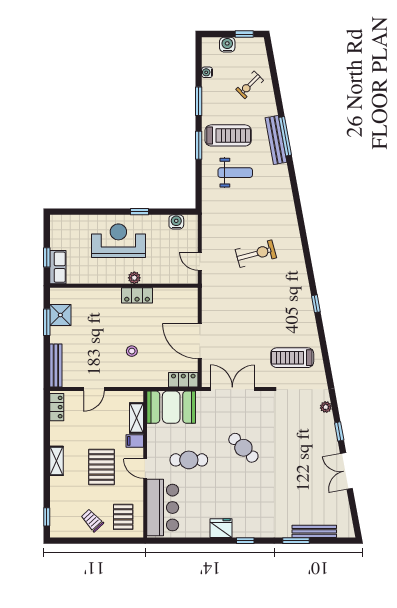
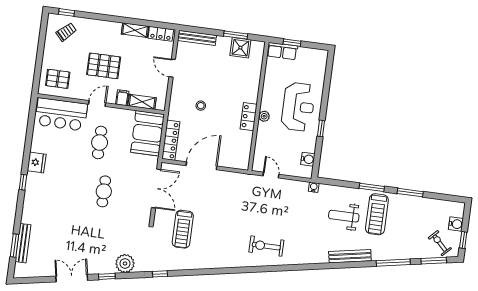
window: (272, 64) -> (434, 261), added
water cooler: (207, 72) -> (314, 187), moved
exercise bike: (250, 85) -> (440, 243), moved
window: (285, 136) -> (393, 263), moved
bench: (276, 140) -> (350, 256), moved
weight bench: (235, 173) -> (344, 216), turned 90
exercise bike: (256, 254) -> (266, 246), moved, turned 105
door: (200, 261) -> (271, 175), hinge flipped
window: (316, 304) -> (160, 274), moved
treadmill: (292, 358) -> (183, 229), moved, turned 180
locker: (183, 380) -> (171, 140), width x1.53
plant: (326, 407) -> (125, 263), width x1.87, depth x1.87
cafe table: (243, 448) -> (104, 191), turned -45
shelving: (56, 461) -> (135, 30), moved
trolley: (92, 520) -> (66, 32), moved
window: (296, 541) -> (15, 246), moved

